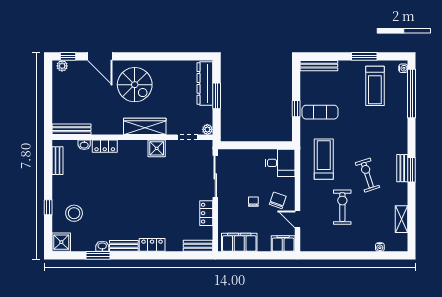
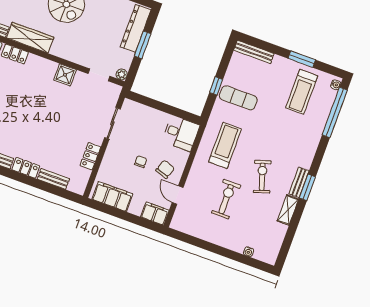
wardrobe: (145, 126) -> (30, 38), moved
sliding door: (215, 176) -> (112, 123), width x0.73
shelving: (401, 219) -> (288, 210), moved
bench: (198, 246) -> (53, 179), moved

